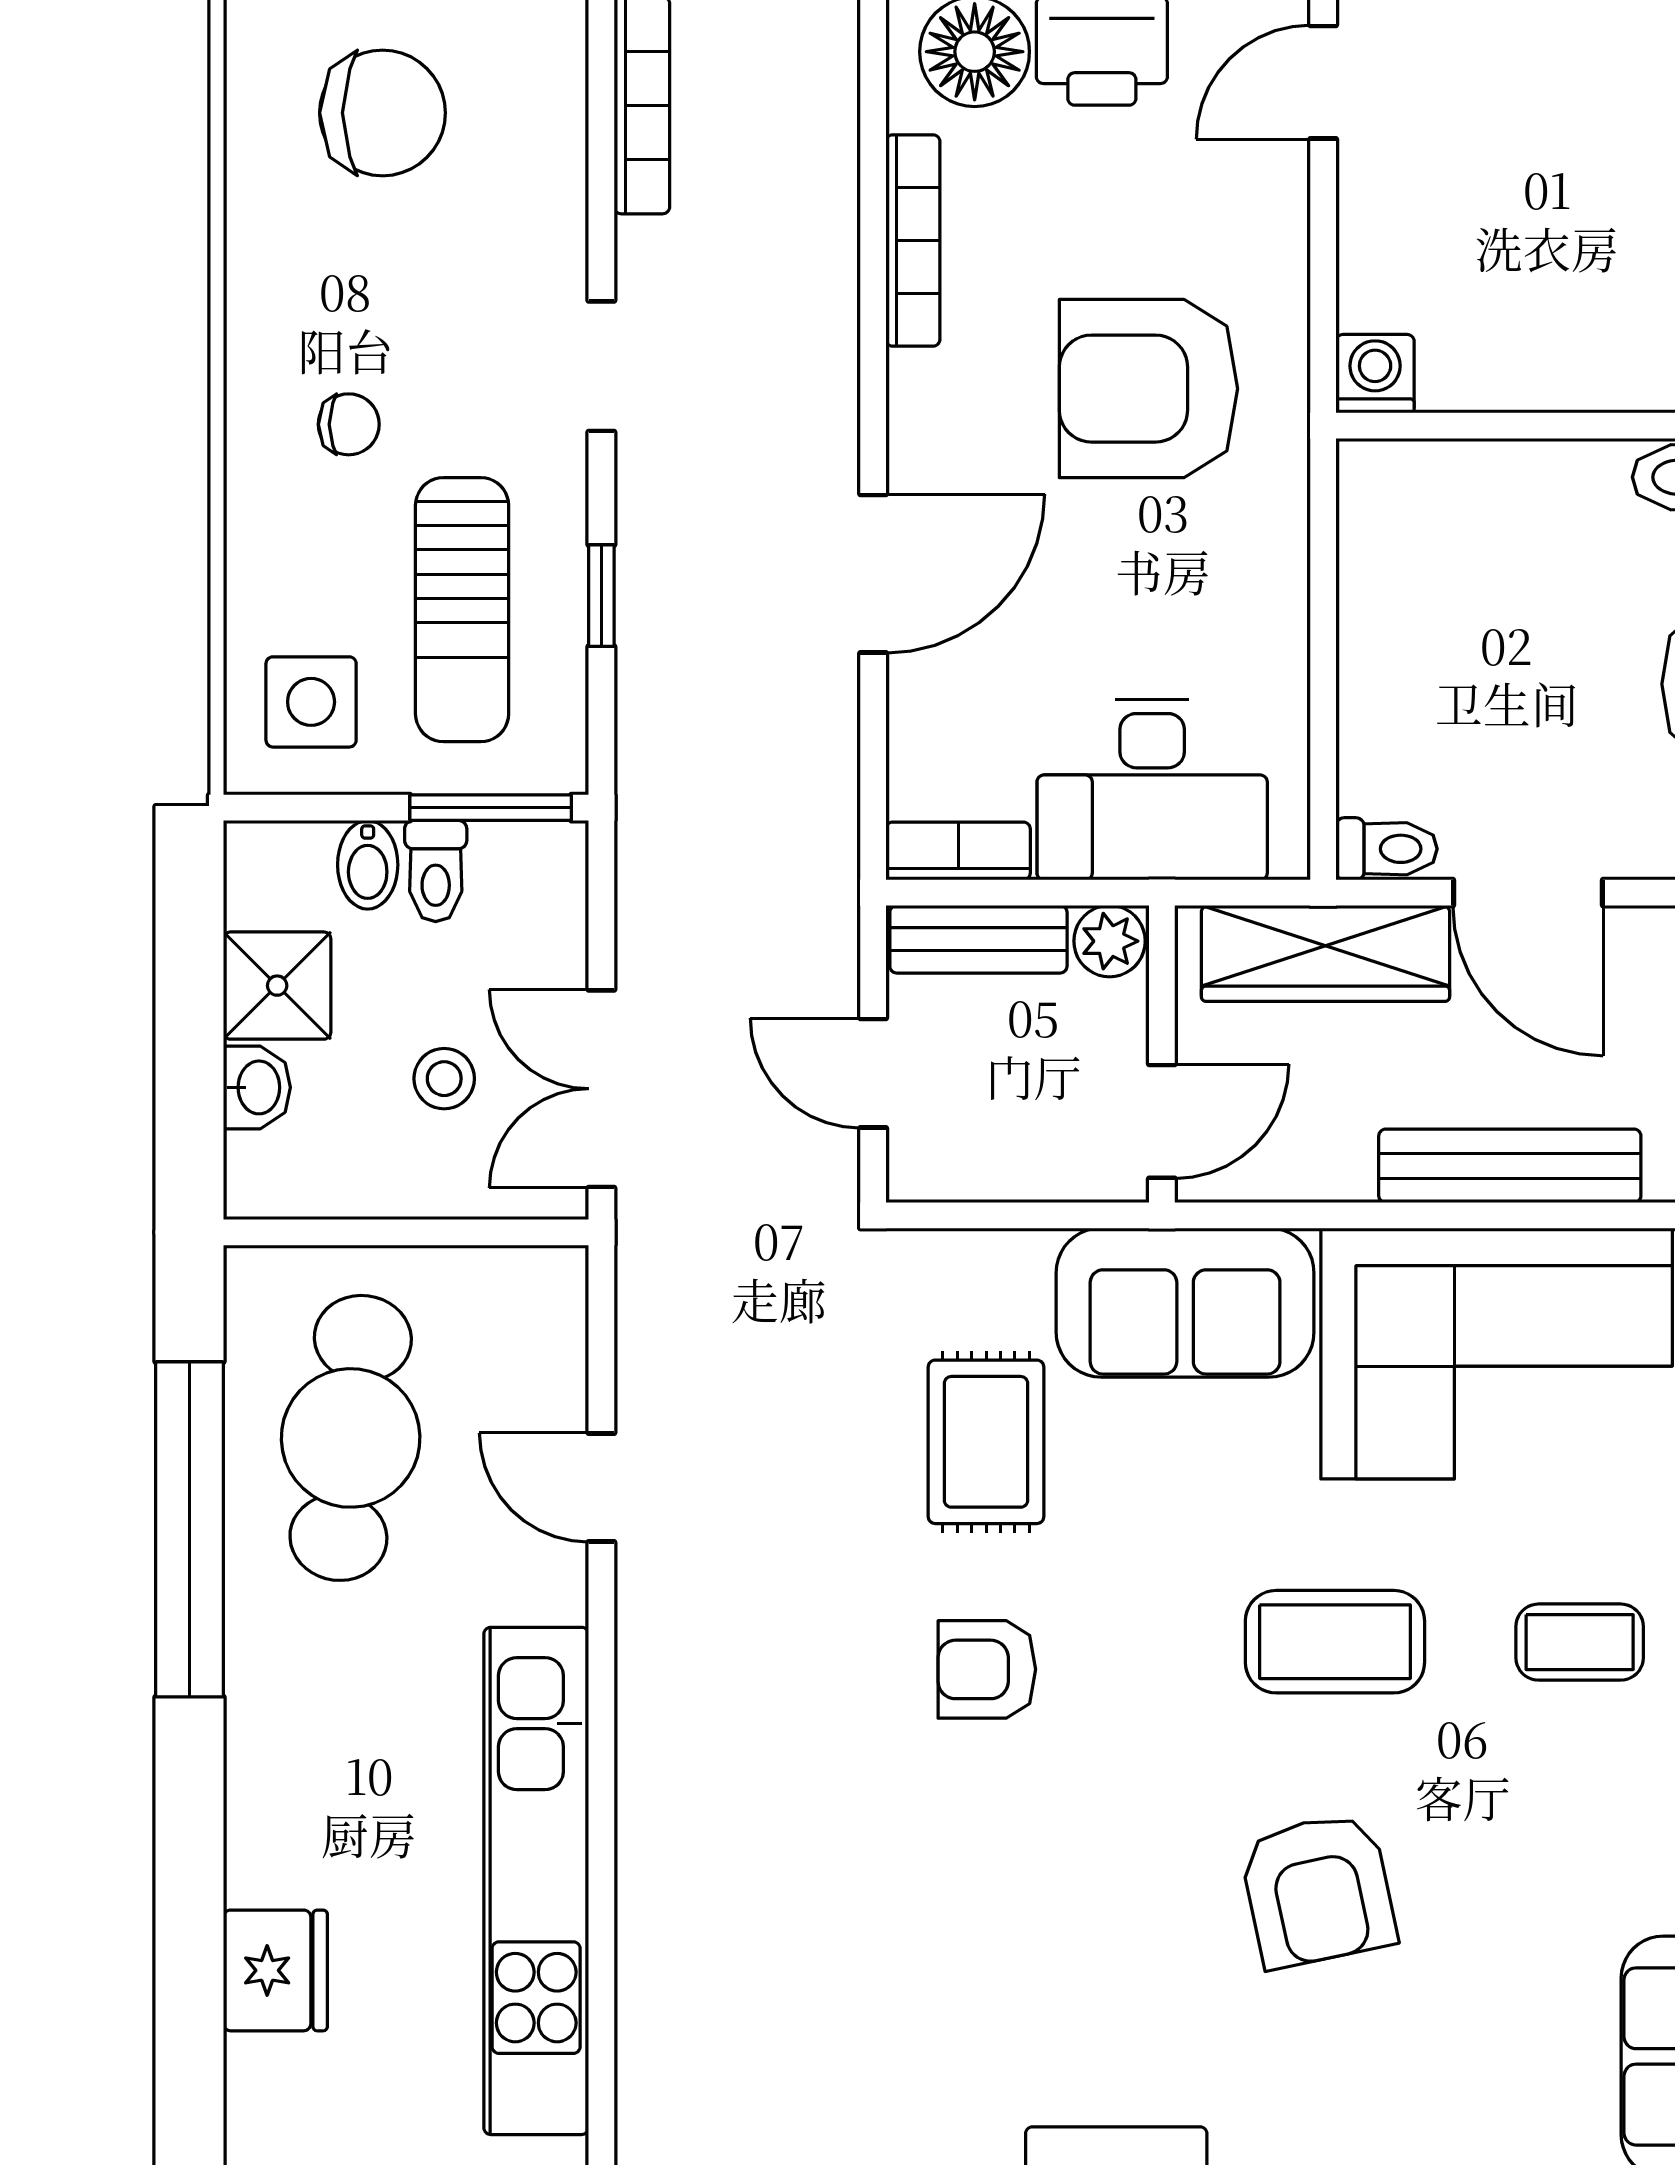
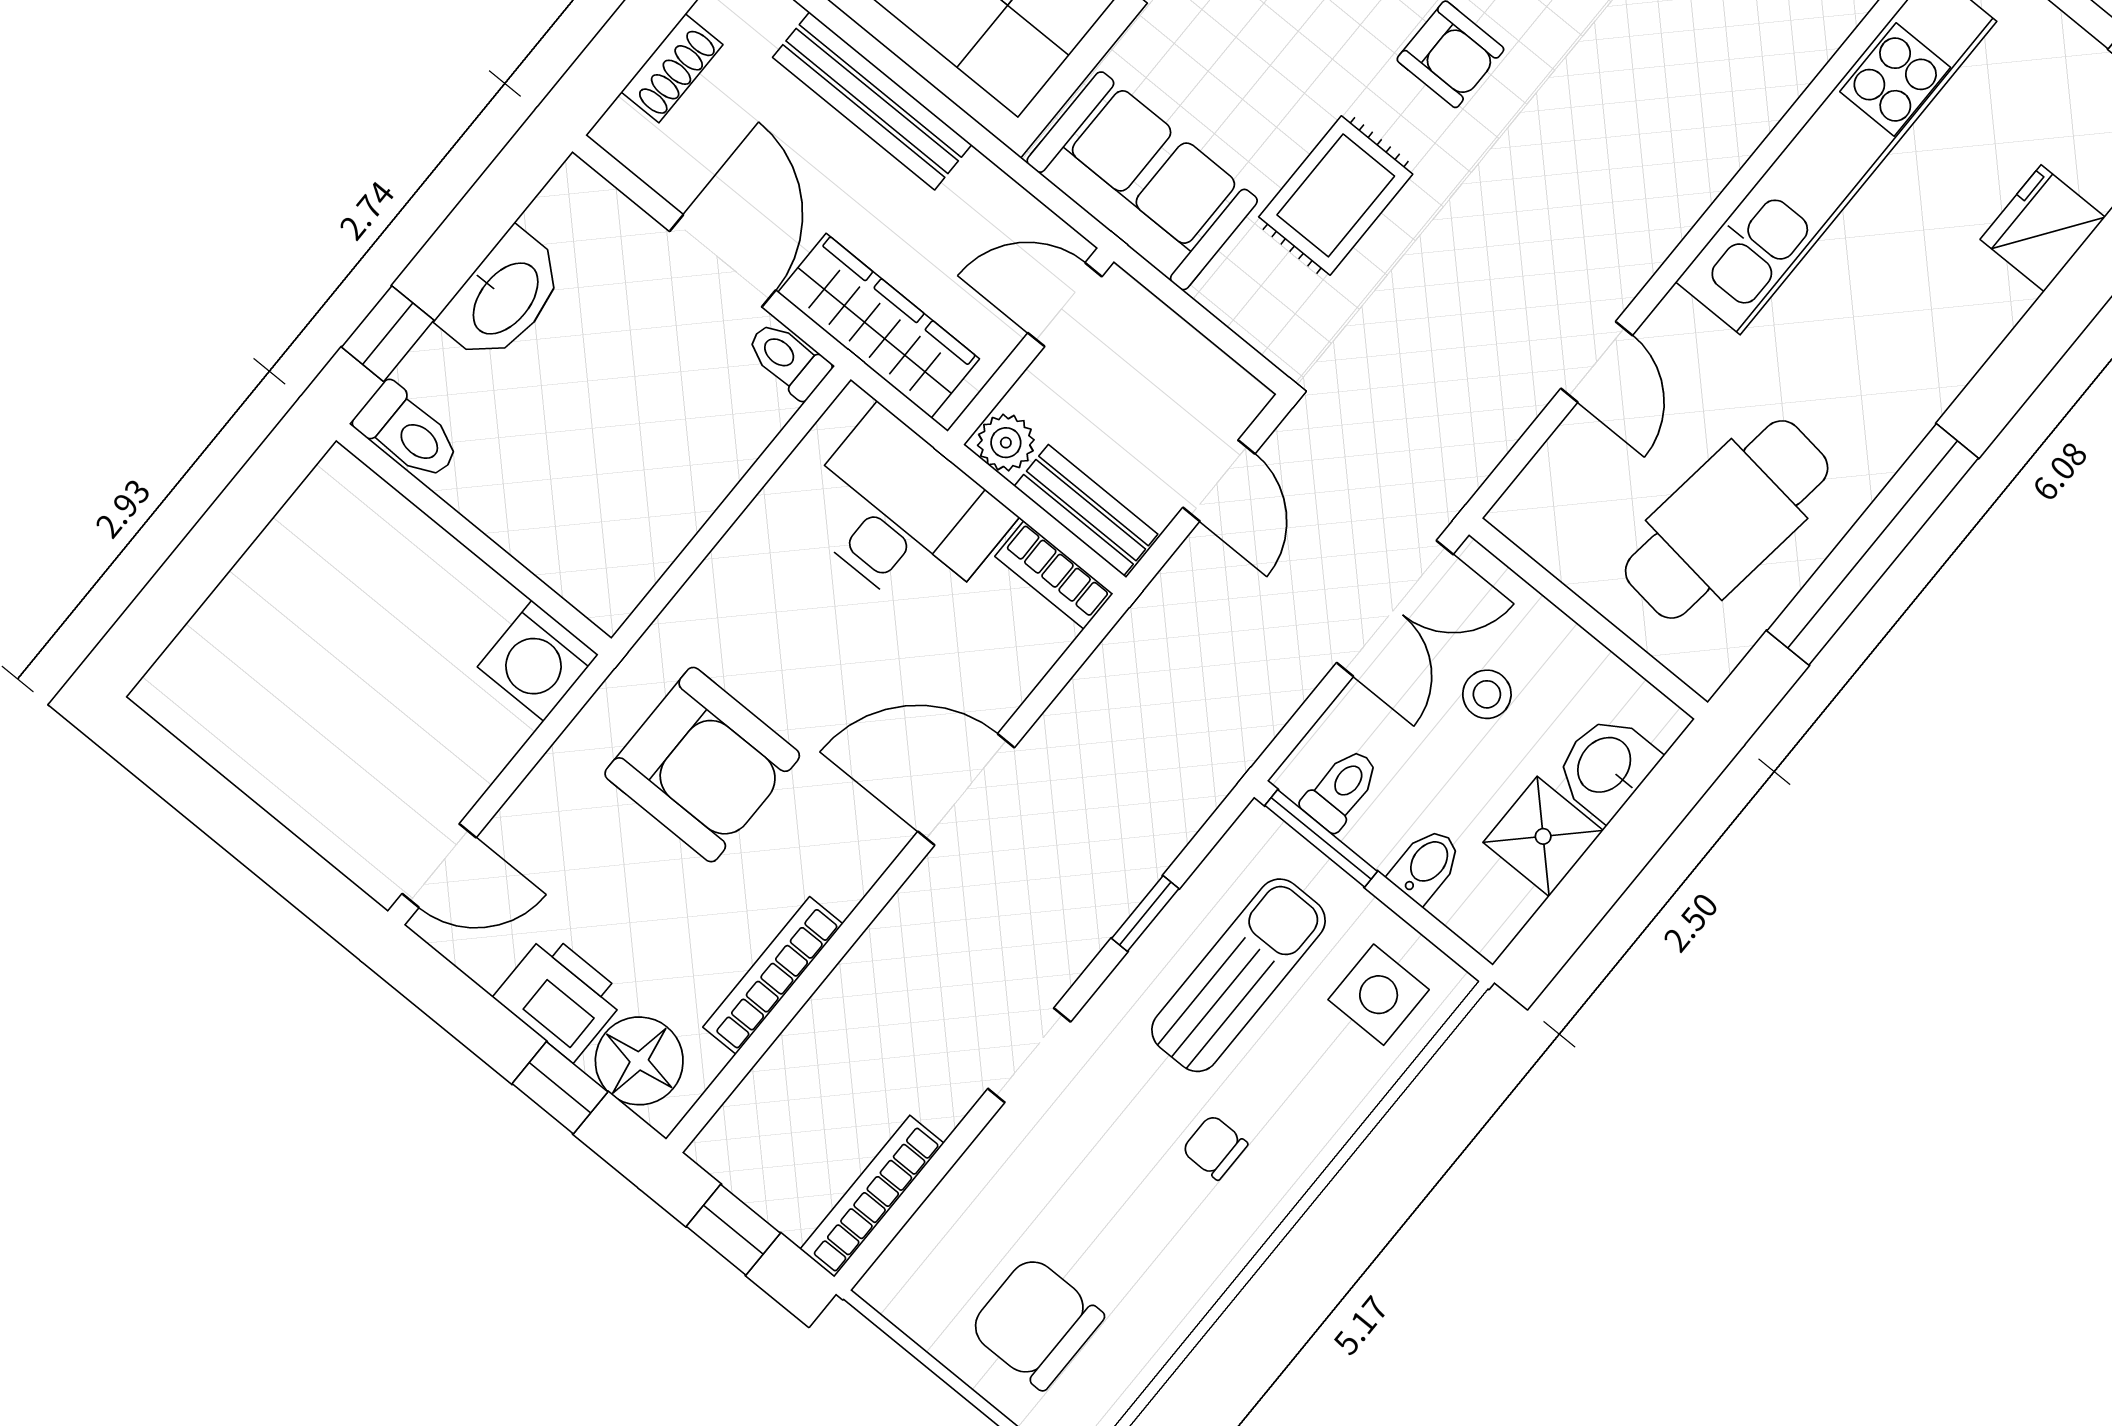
washing machine: (1375, 374) -> (538, 661), width x1.38, depth x1.38
toilet: (436, 871) -> (1341, 789), moved
washbasin: (257, 1087) -> (1606, 766), width x1.38, depth x1.45

